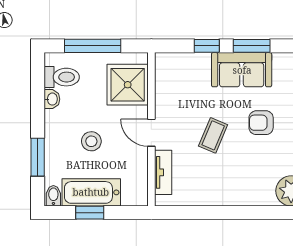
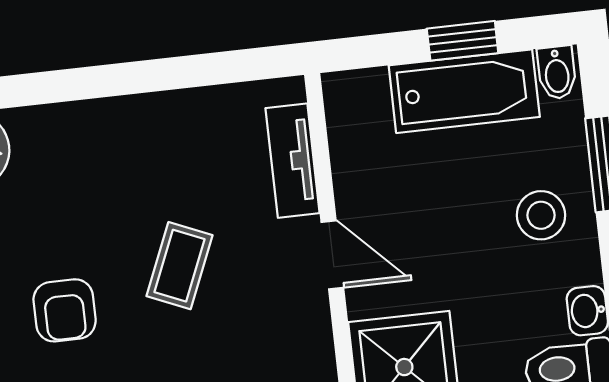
armchair: (261, 123) -> (65, 310), turned 90
stool: (91, 141) -> (541, 215), moved

